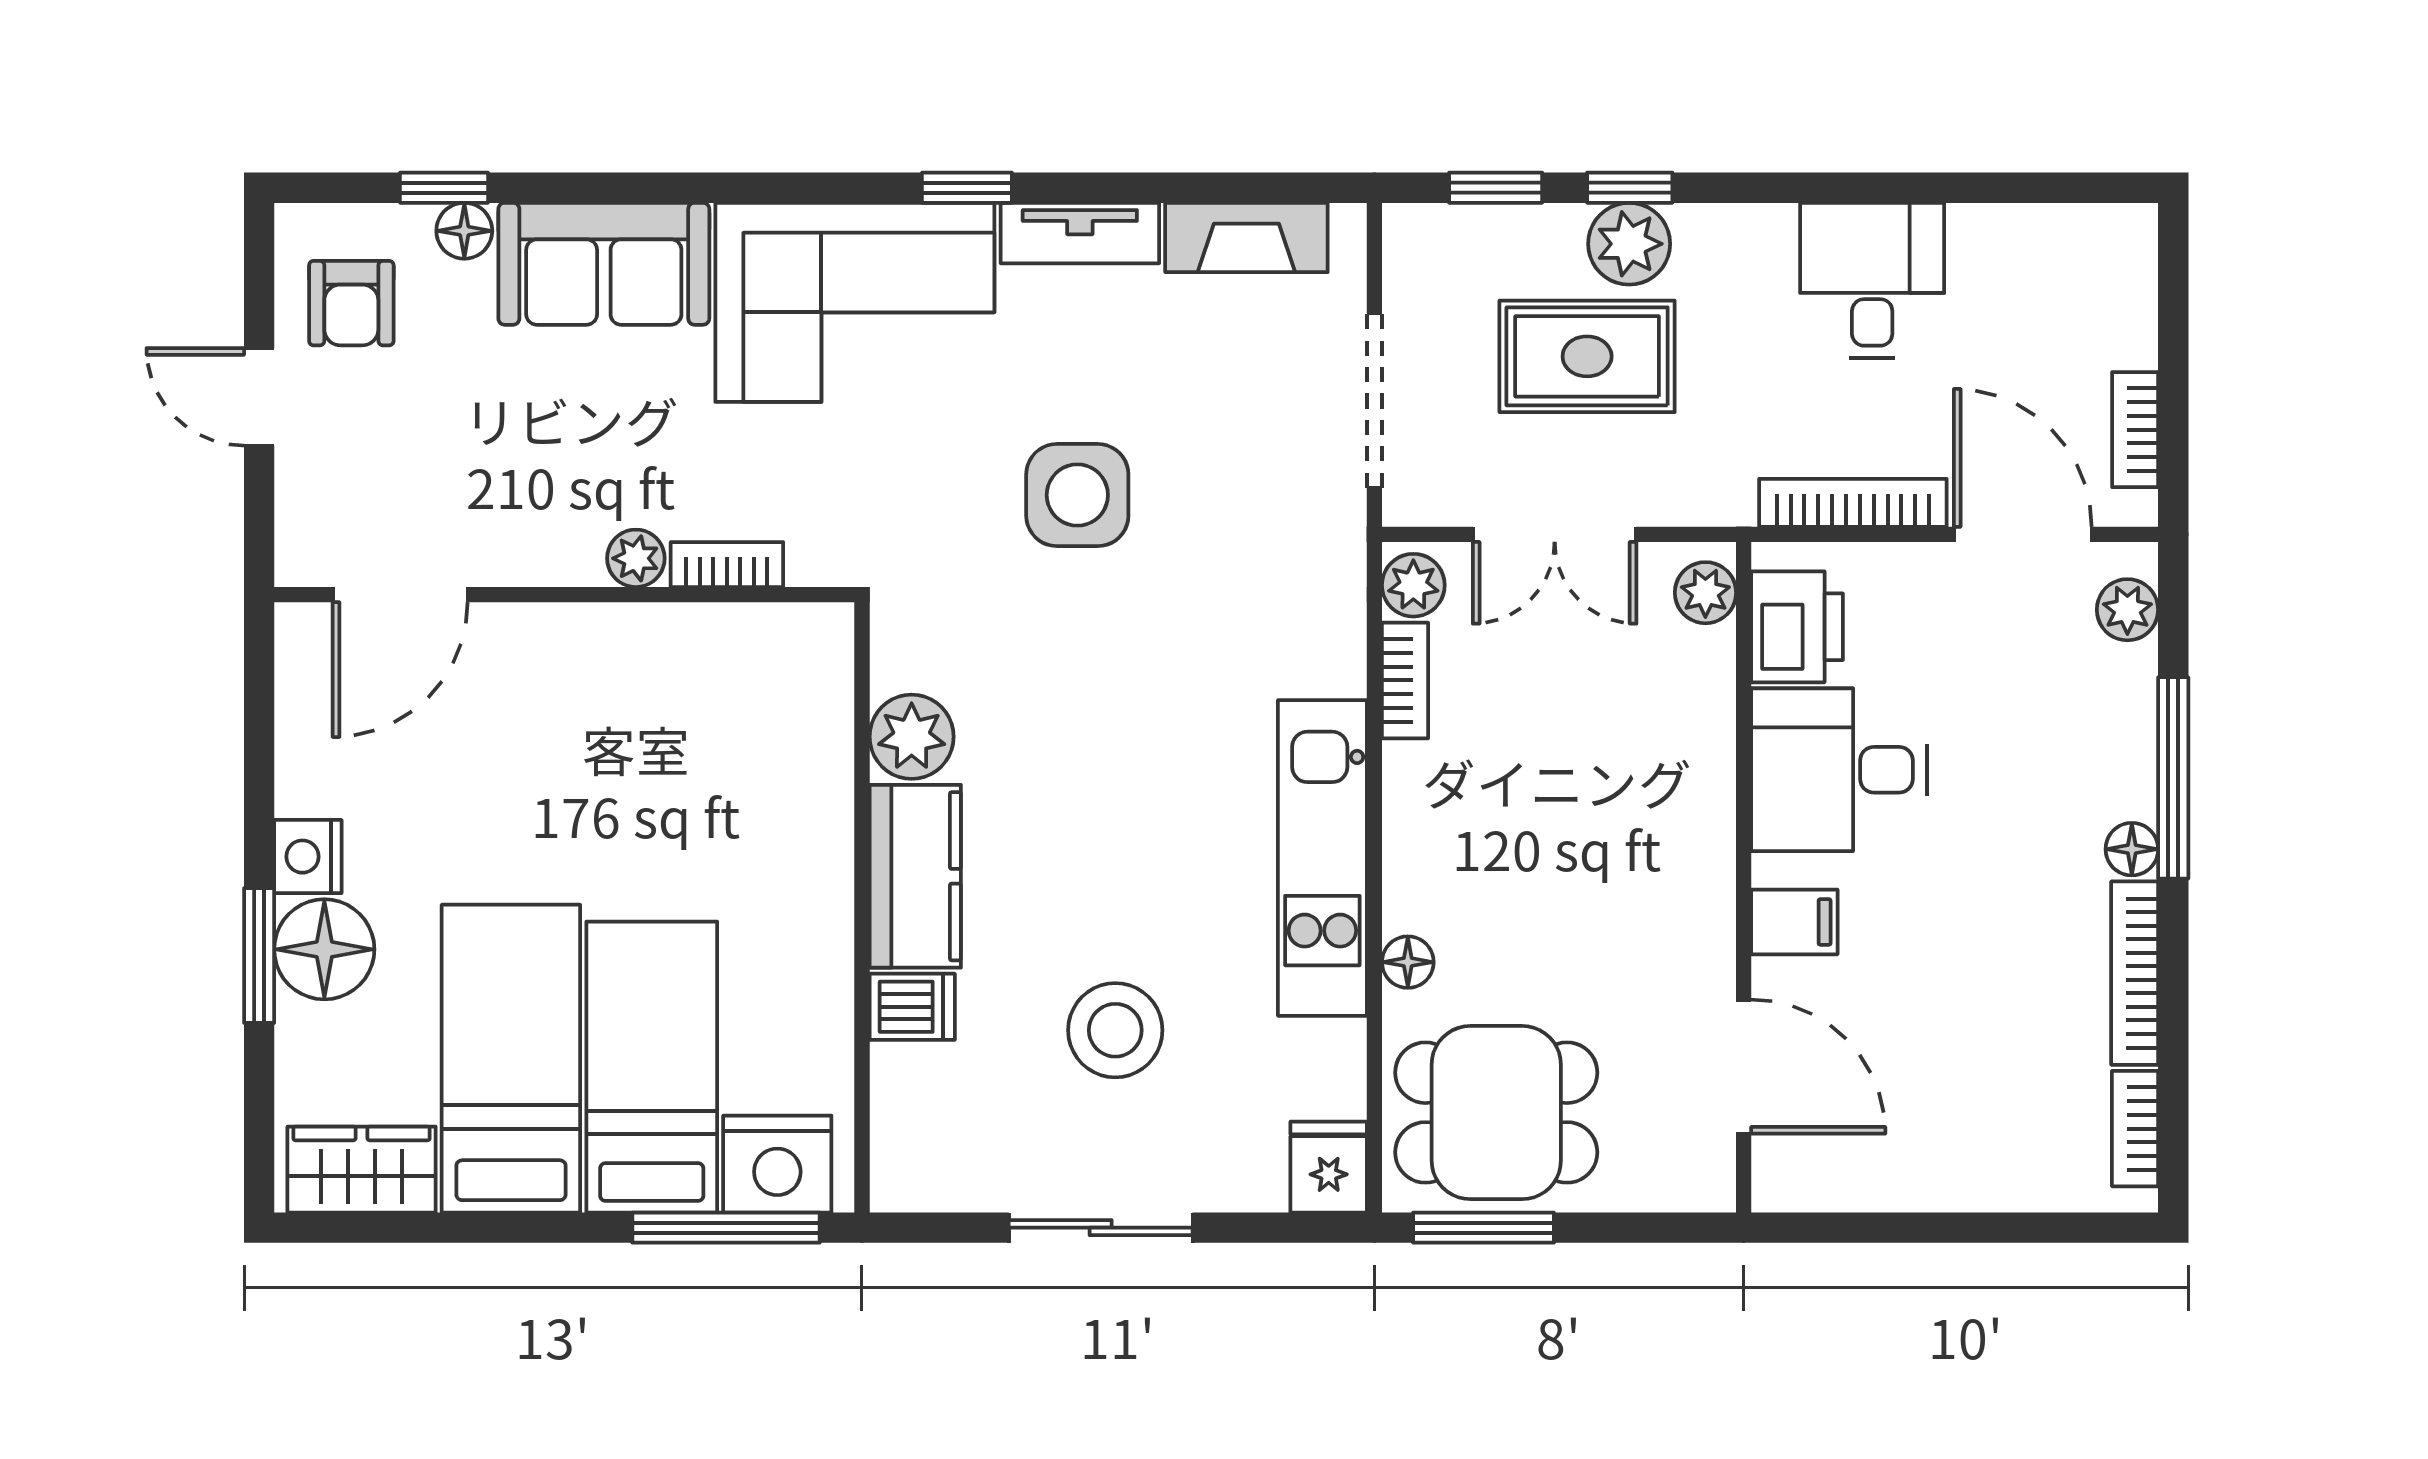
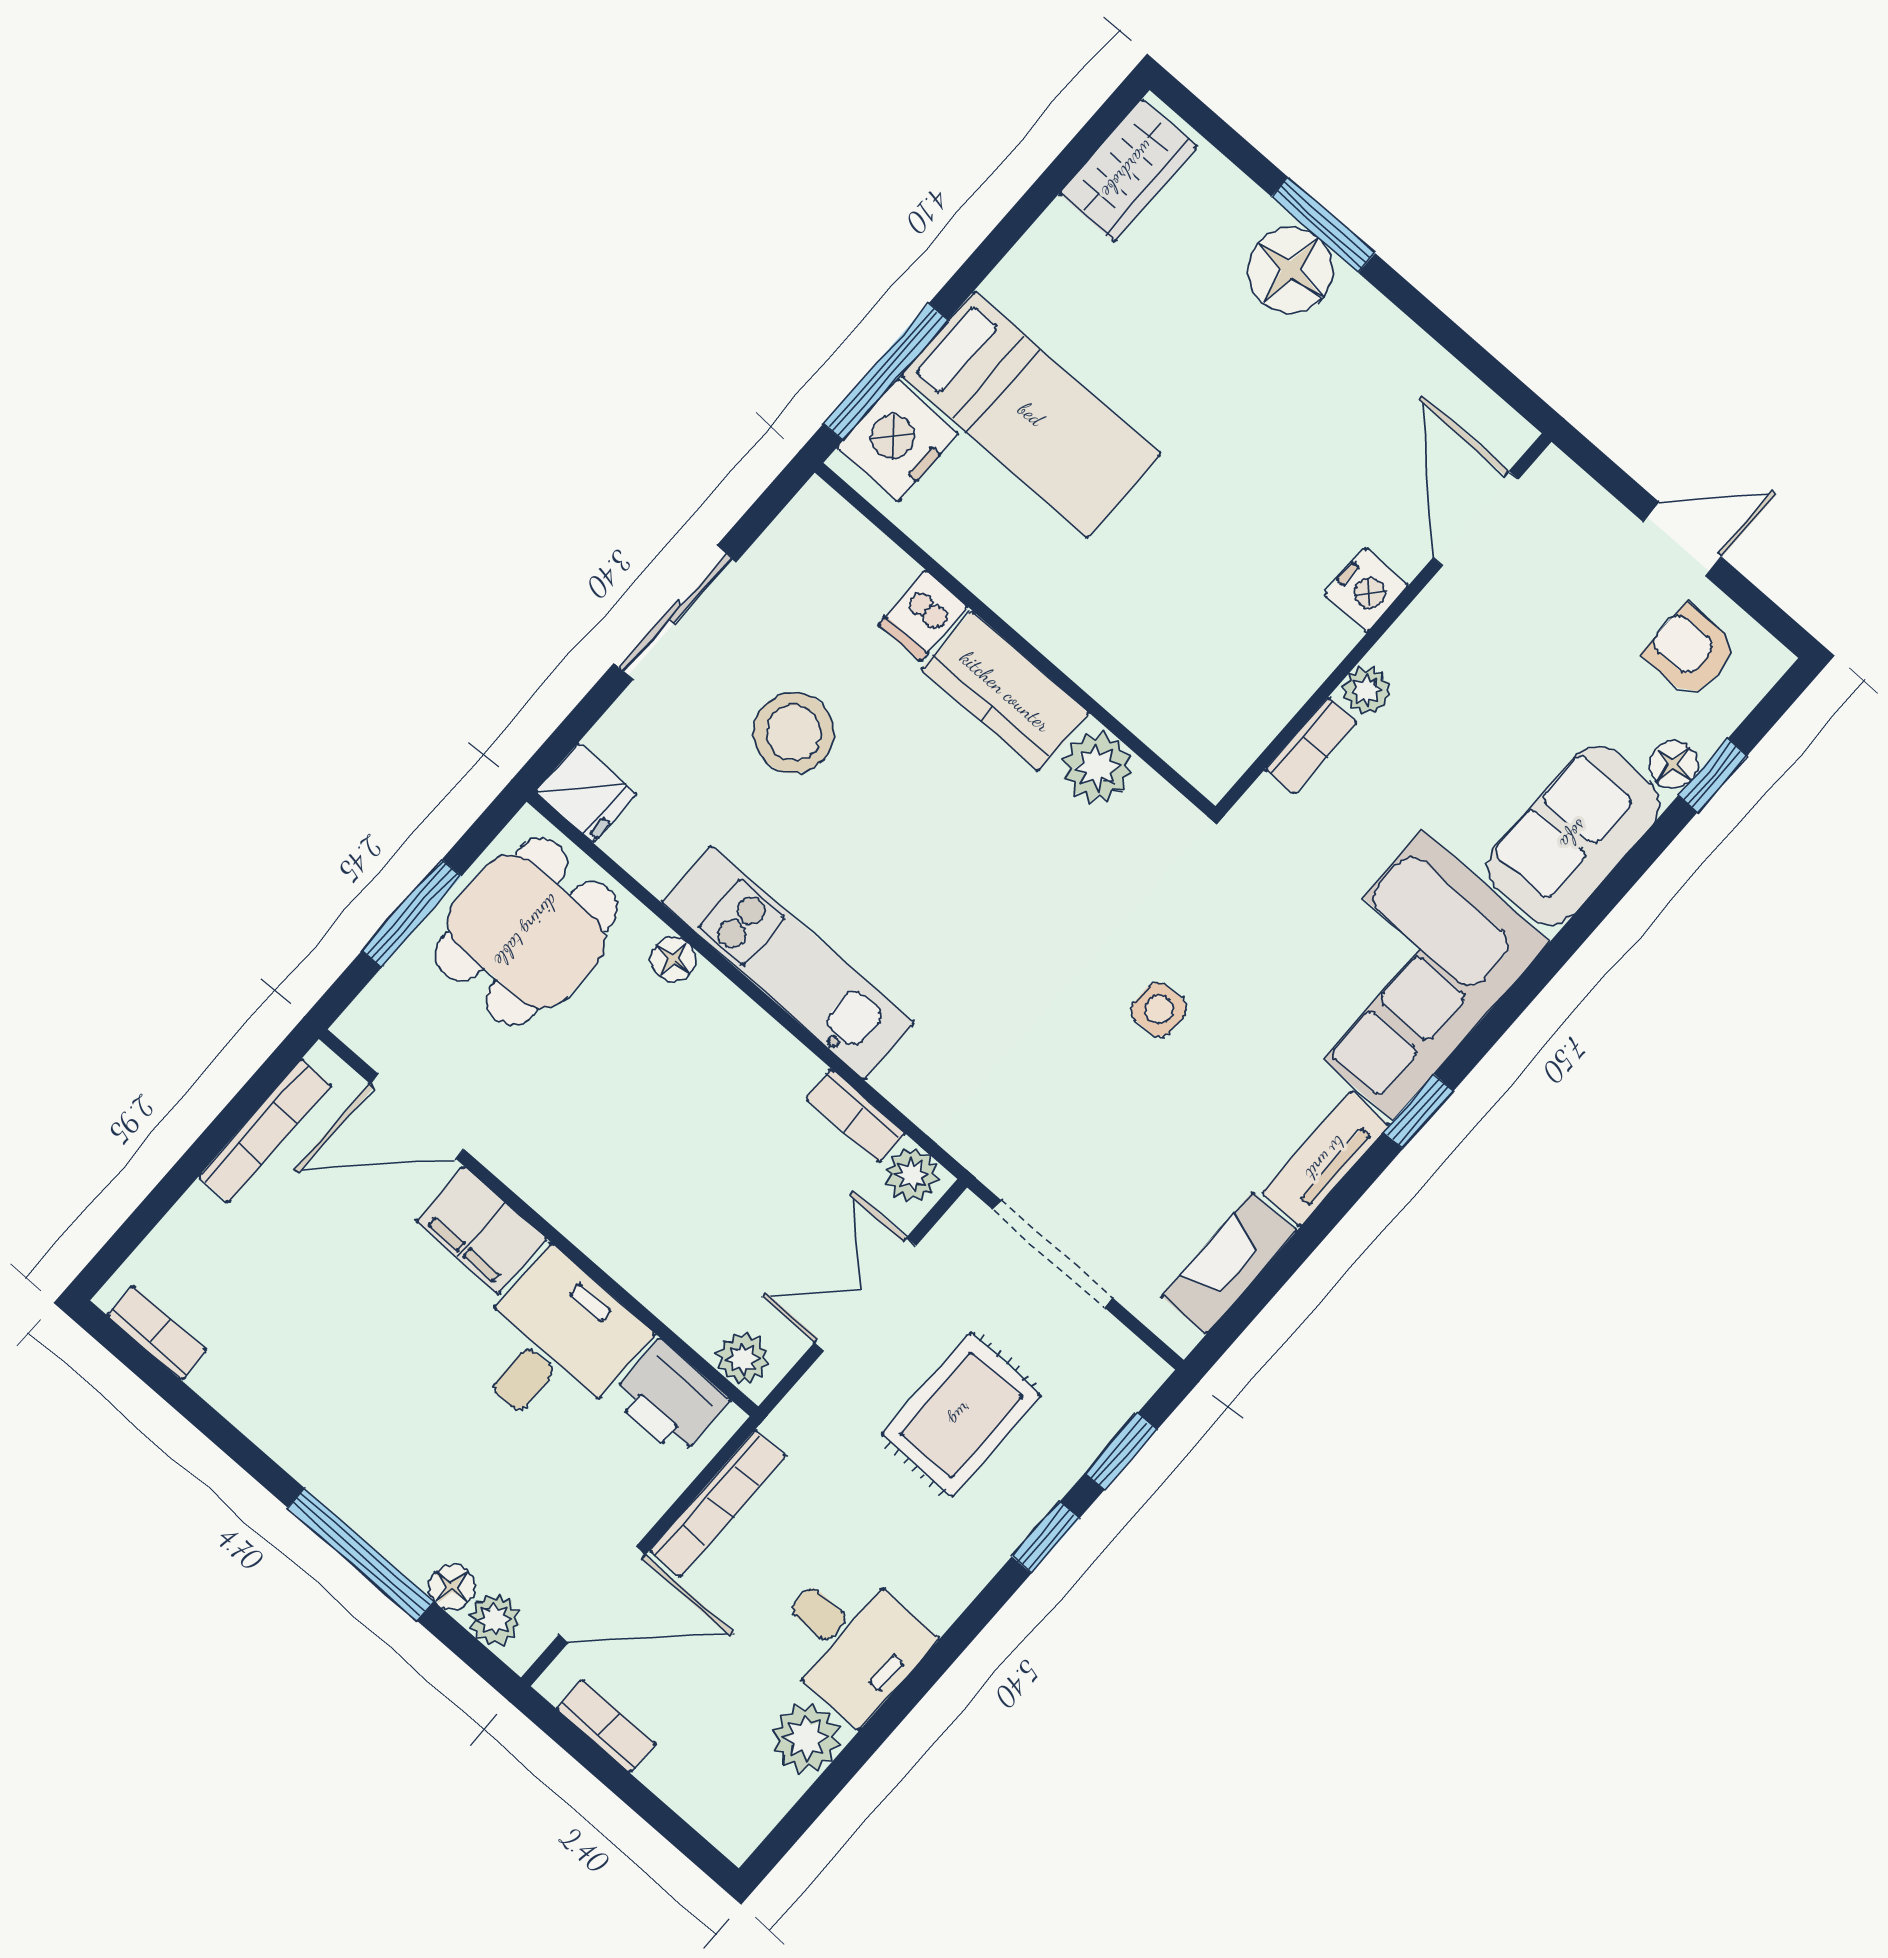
plant: (1629, 244) -> (806, 1738), moved
side table: (1077, 495) -> (1159, 1010), width x0.54, depth x0.54
floor lamp: (2132, 849) -> (452, 1587), moved
nightstand: (308, 857) -> (1366, 590), moved, turned 90
filing cabinet: (1794, 922) -> (481, 1230), width x2.00
bookcase: (2135, 973) -> (265, 1131), moved, turned 90
bed: (511, 1059) -> (1115, 329), removed
window: (1483, 1228) -> (412, 913), moved

